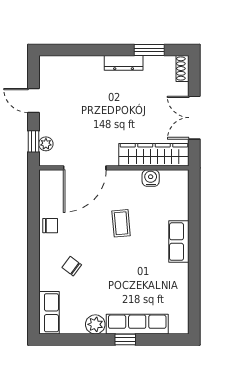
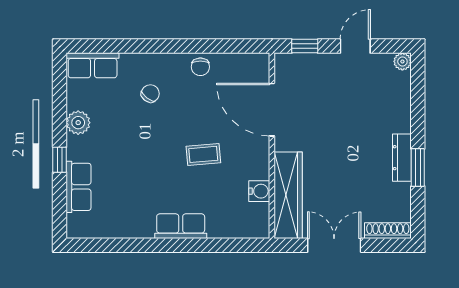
window: (149, 50) -> (418, 168), moved
shoe rack: (182, 68) -> (388, 231), width x1.43
plant: (46, 144) -> (402, 61), moved
row of seats: (137, 324) -> (79, 187), width x0.68

